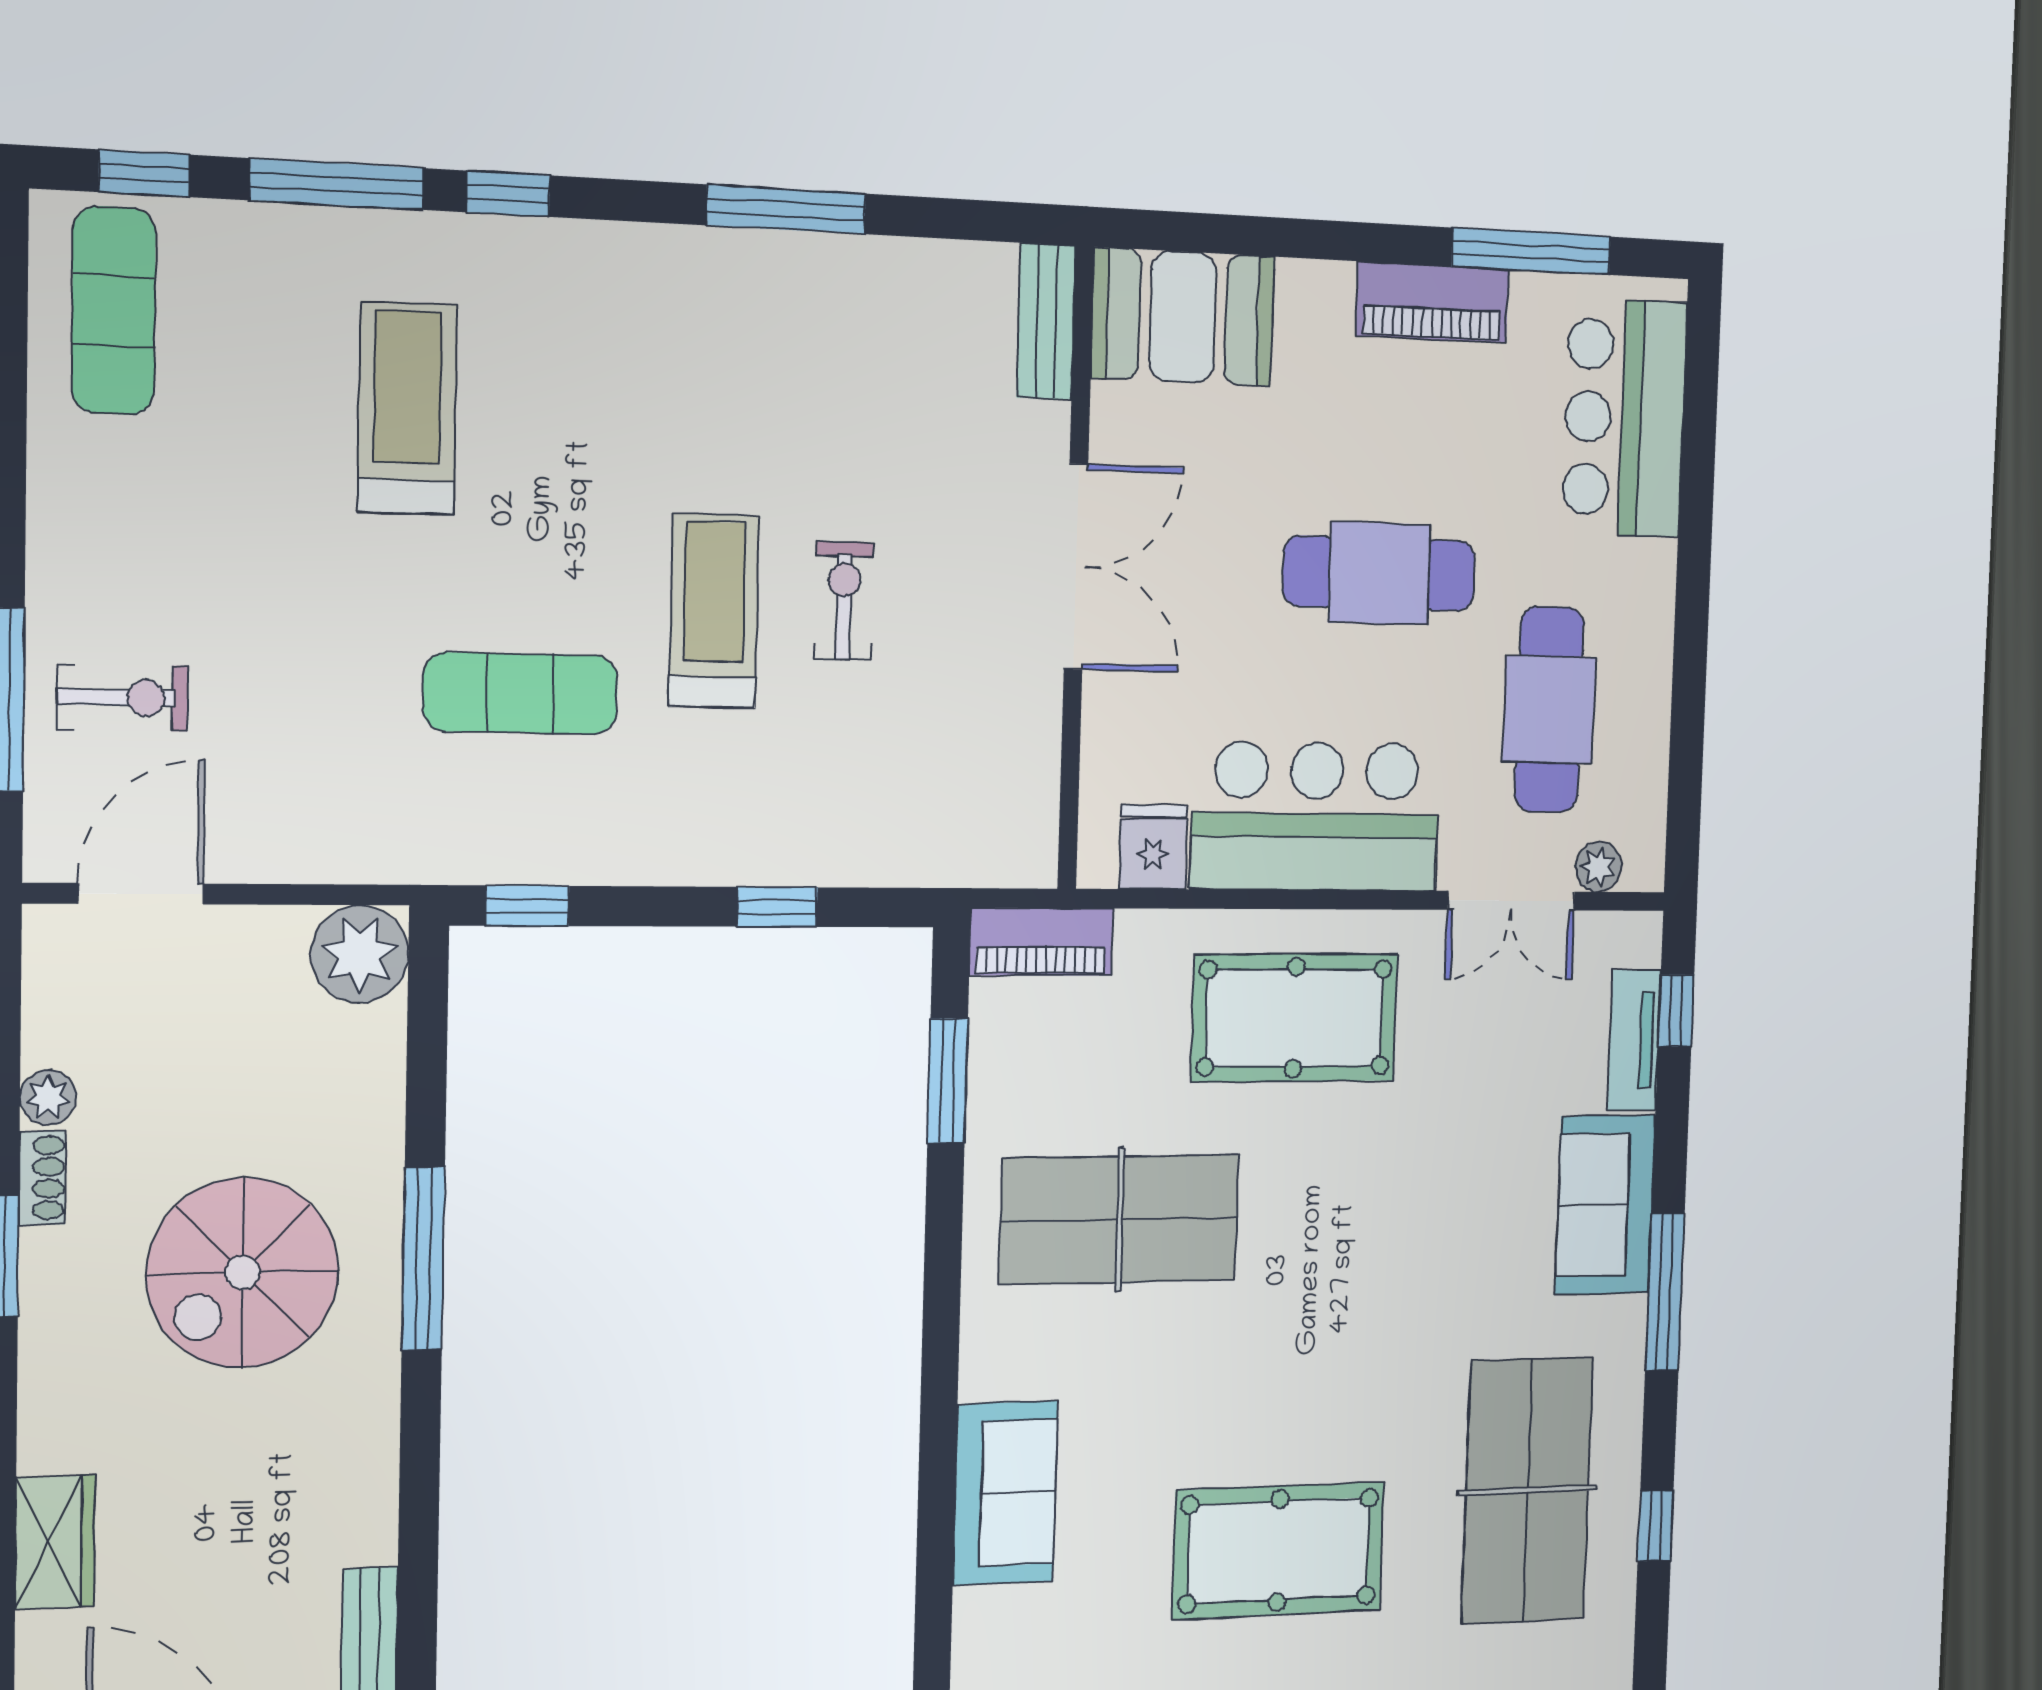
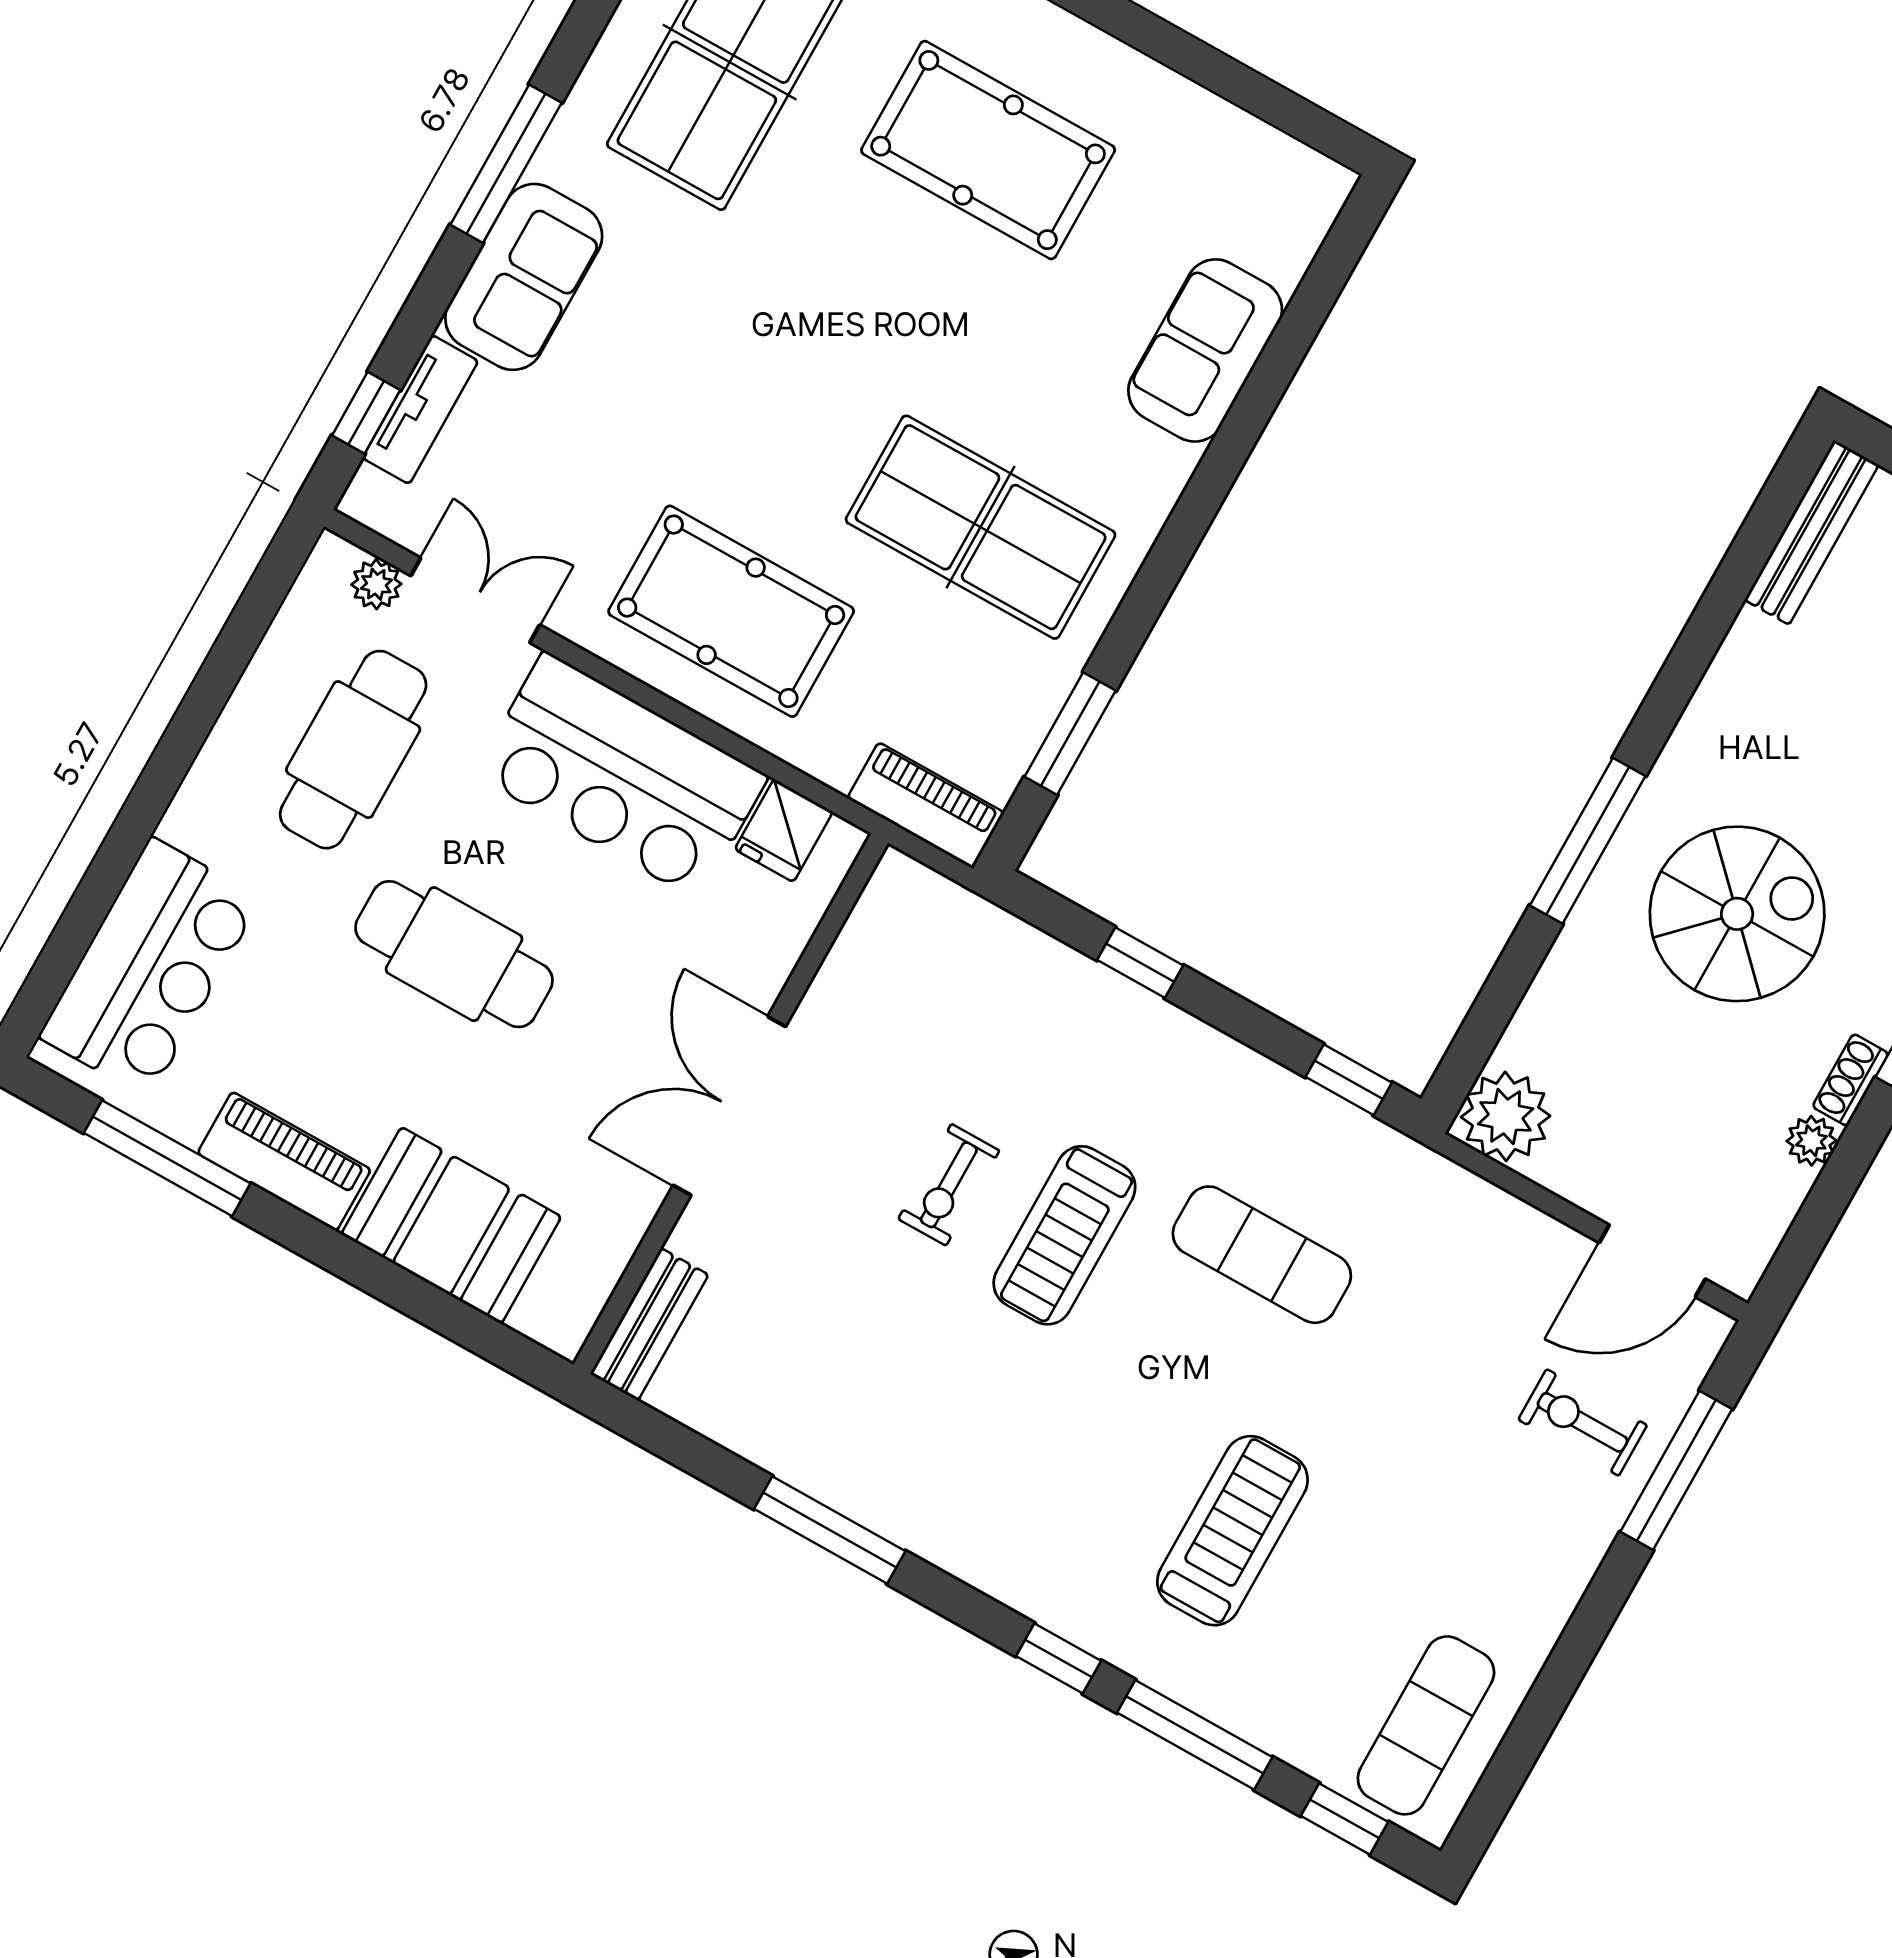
booth: (1183, 317) -> (451, 1225), moved
treadmill: (407, 408) -> (1232, 1531), turned 180

